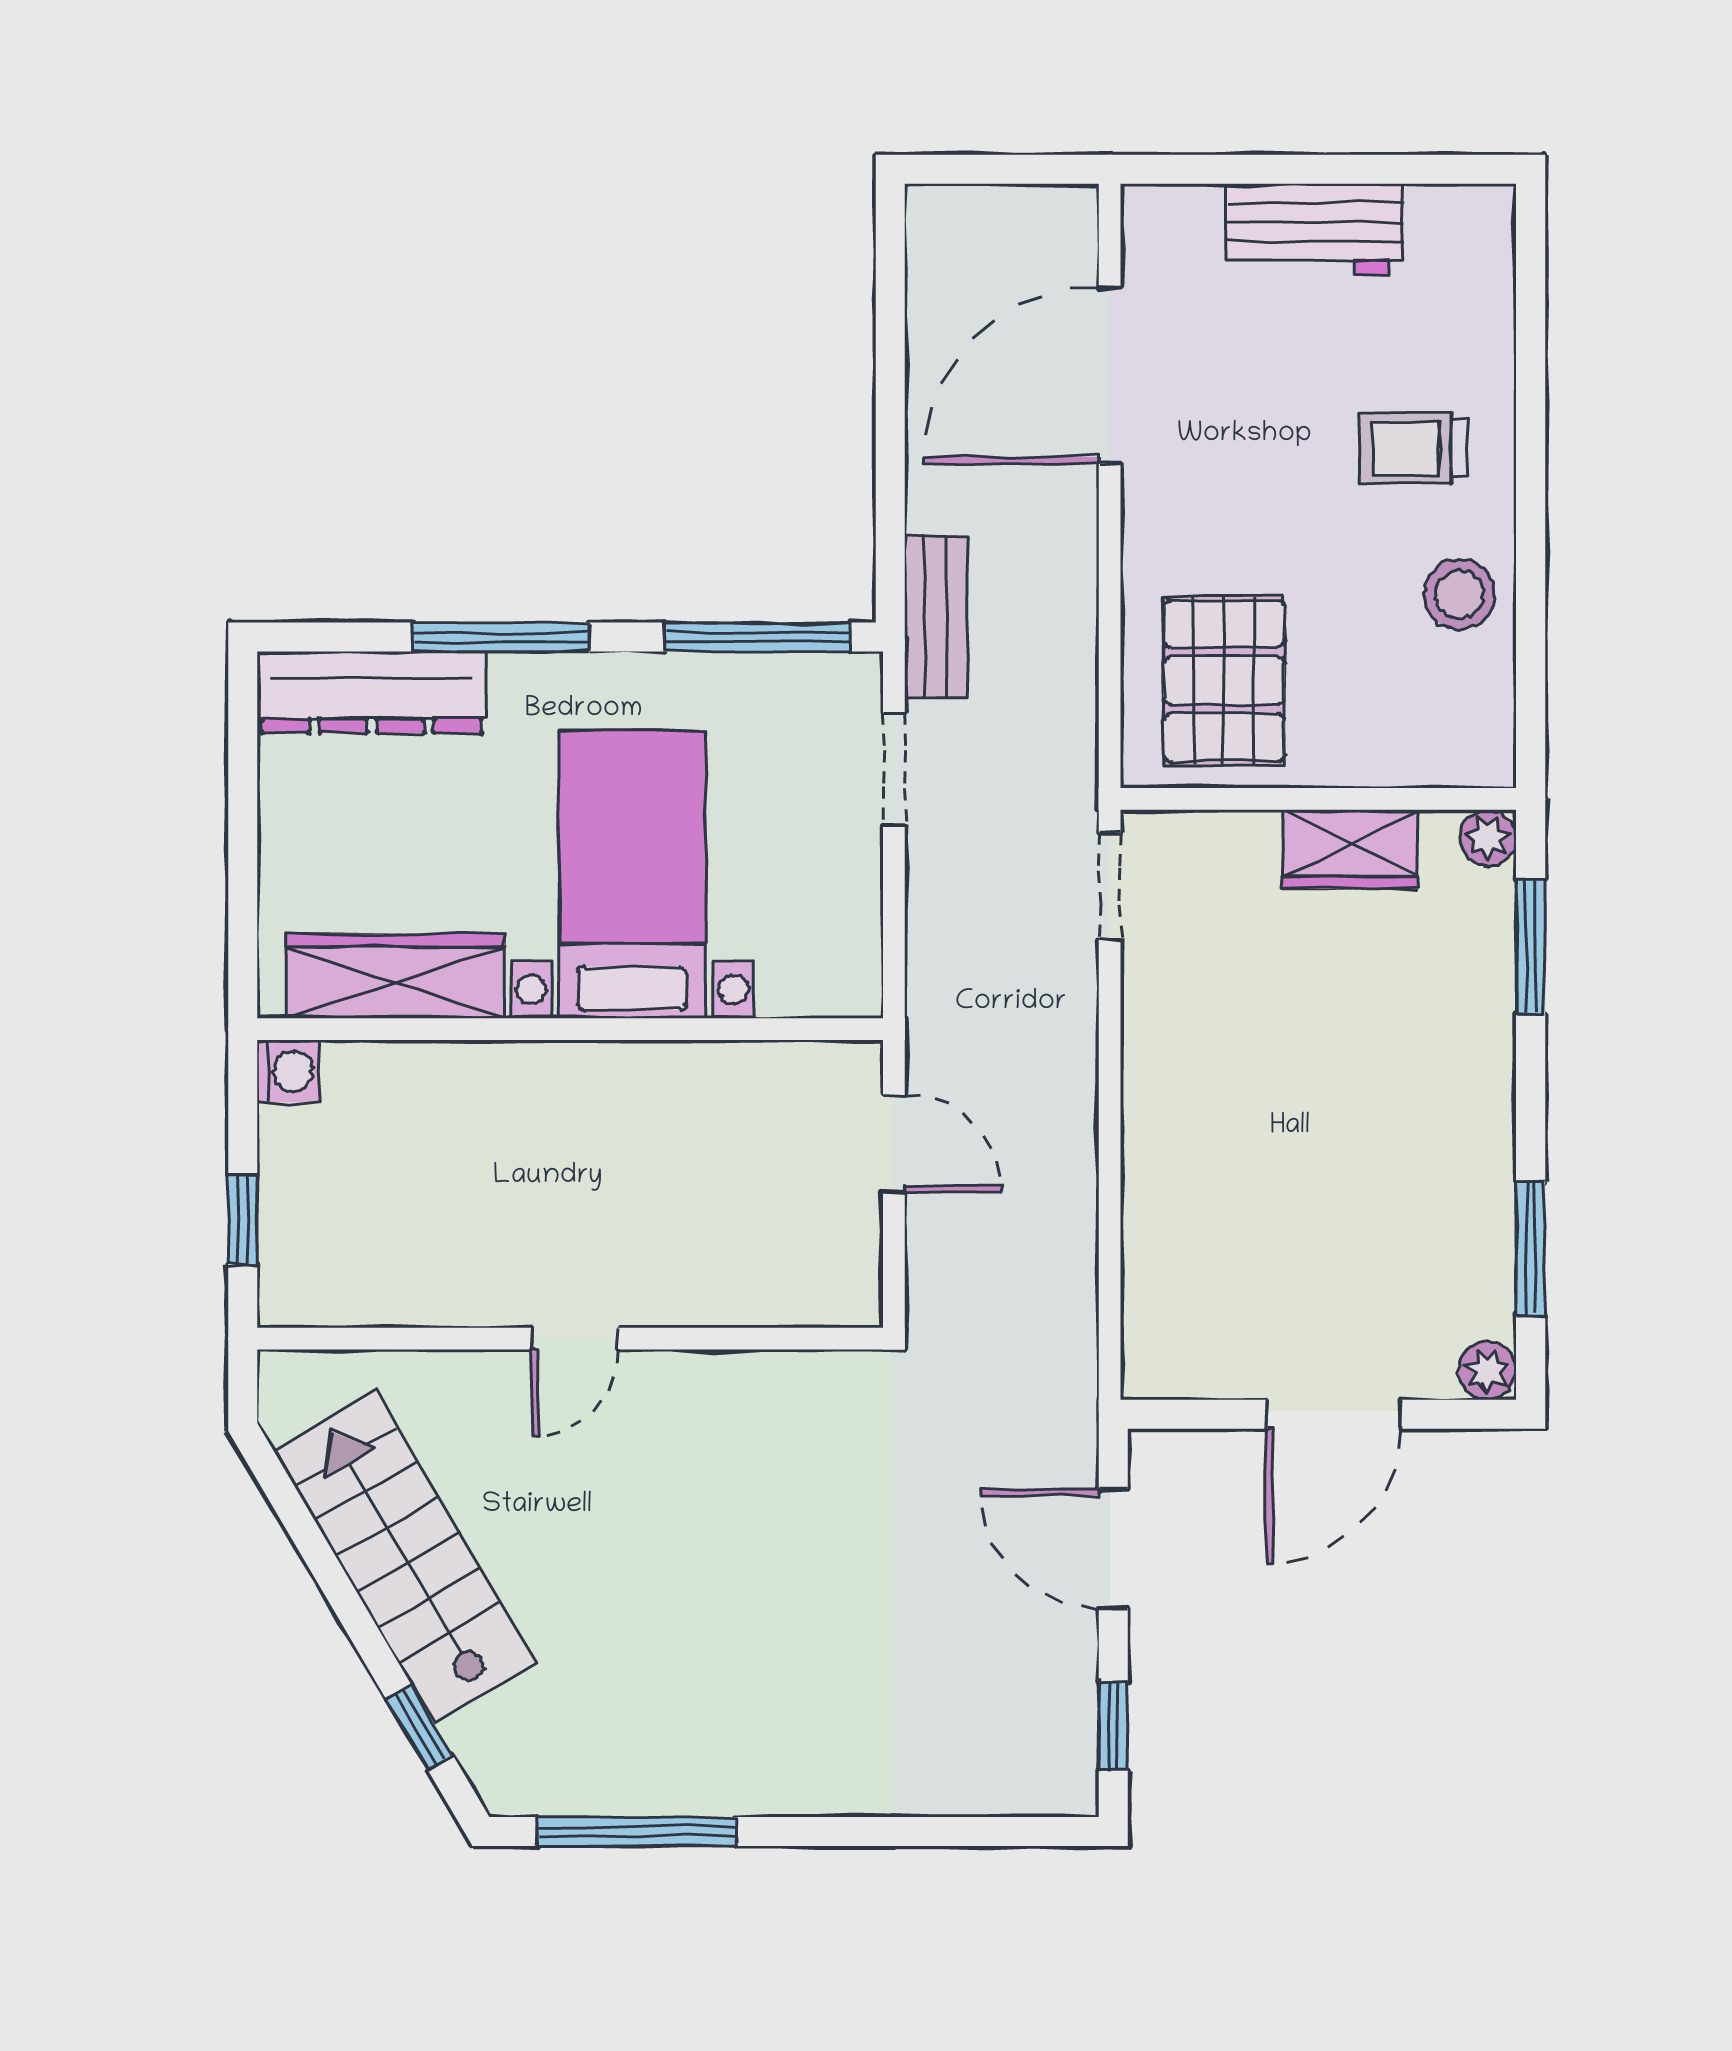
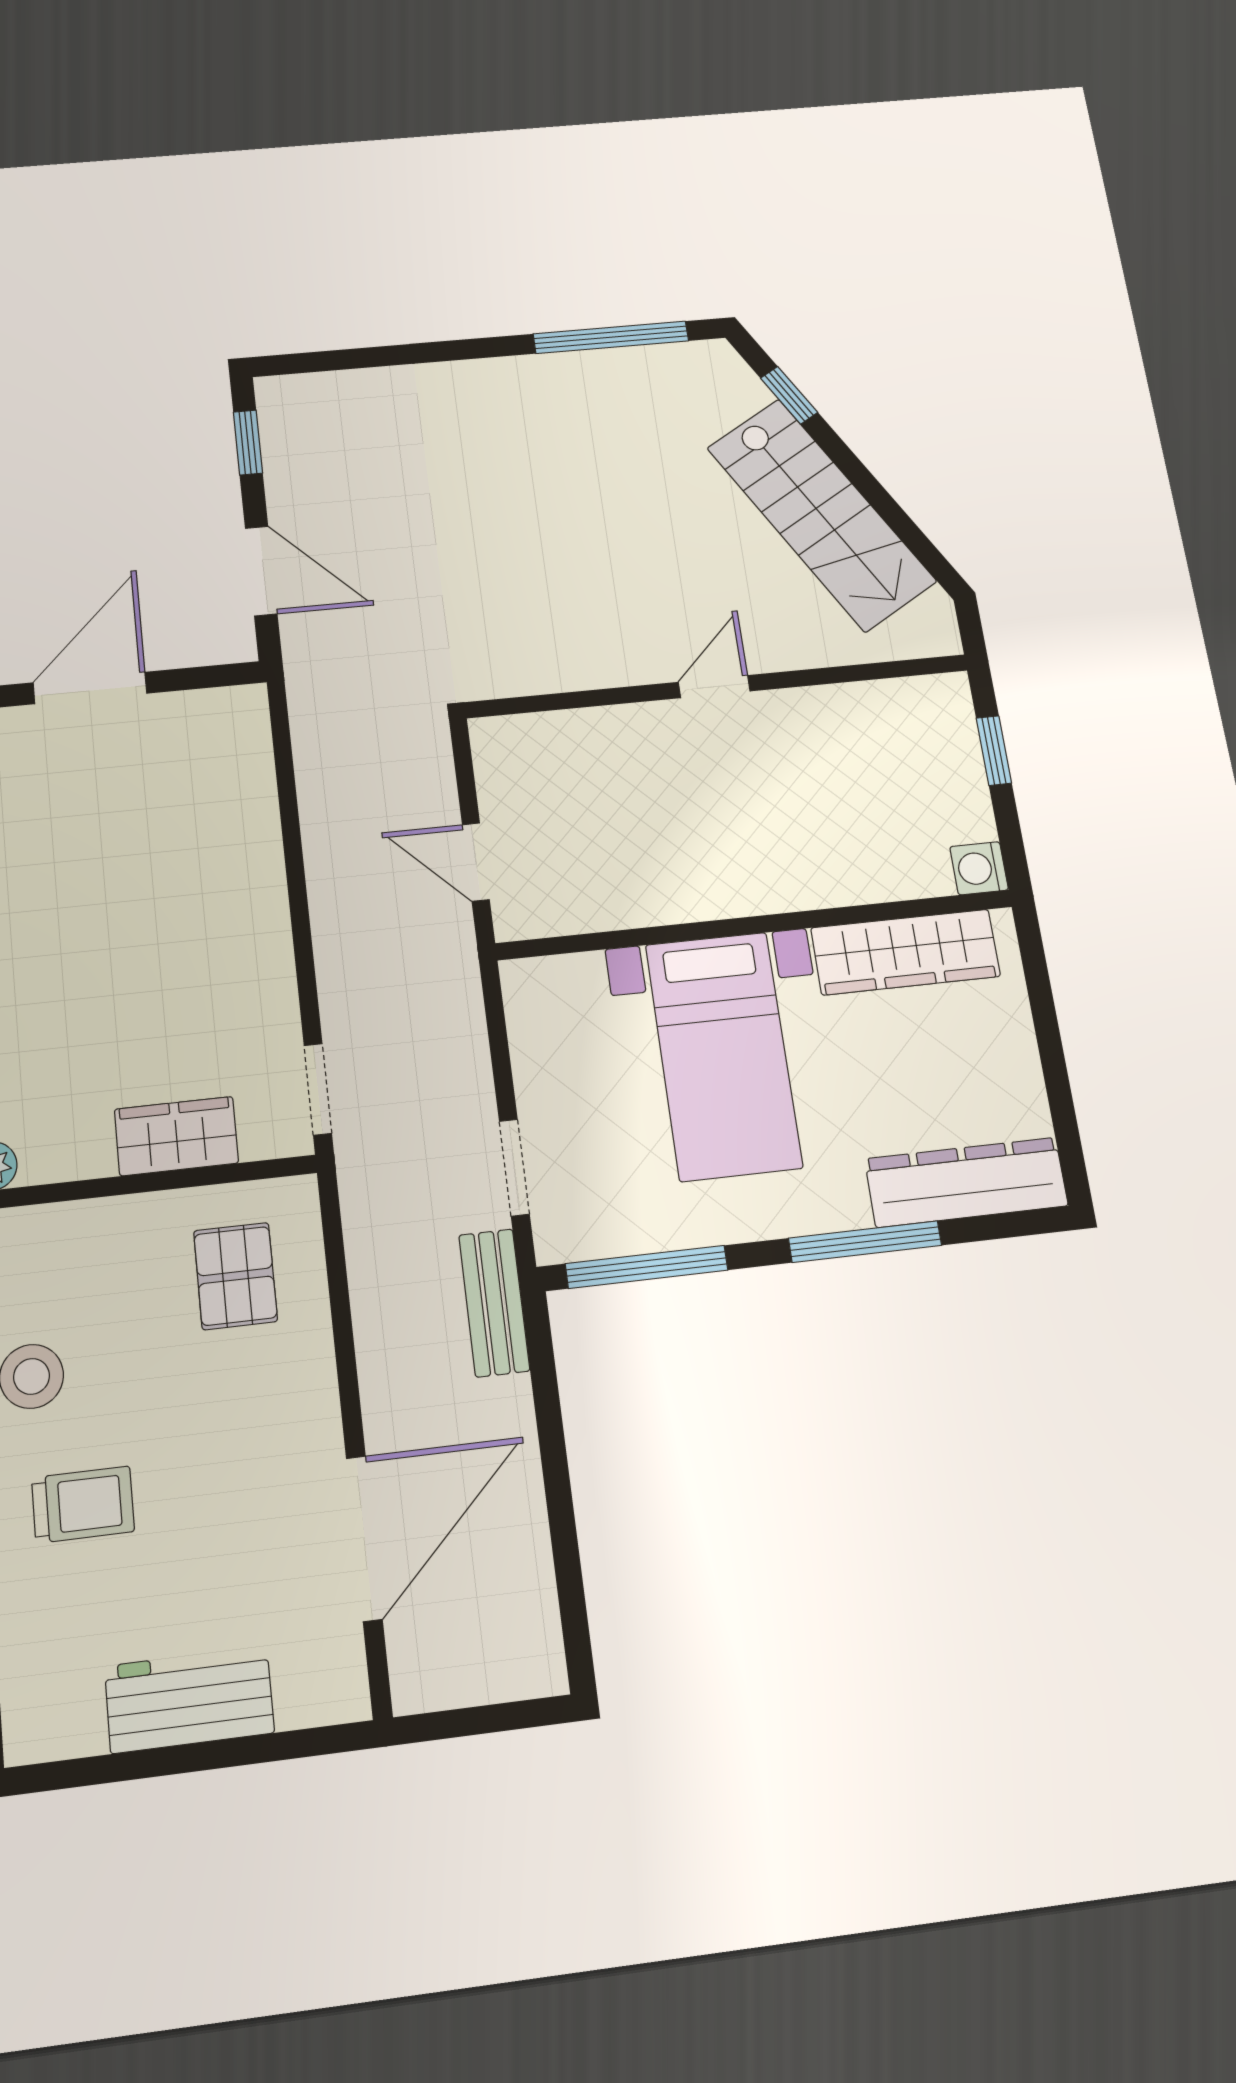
pallet: (1224, 681) -> (236, 1276), width x0.67, depth x0.71
wardrobe: (1350, 849) -> (176, 1136), moved

